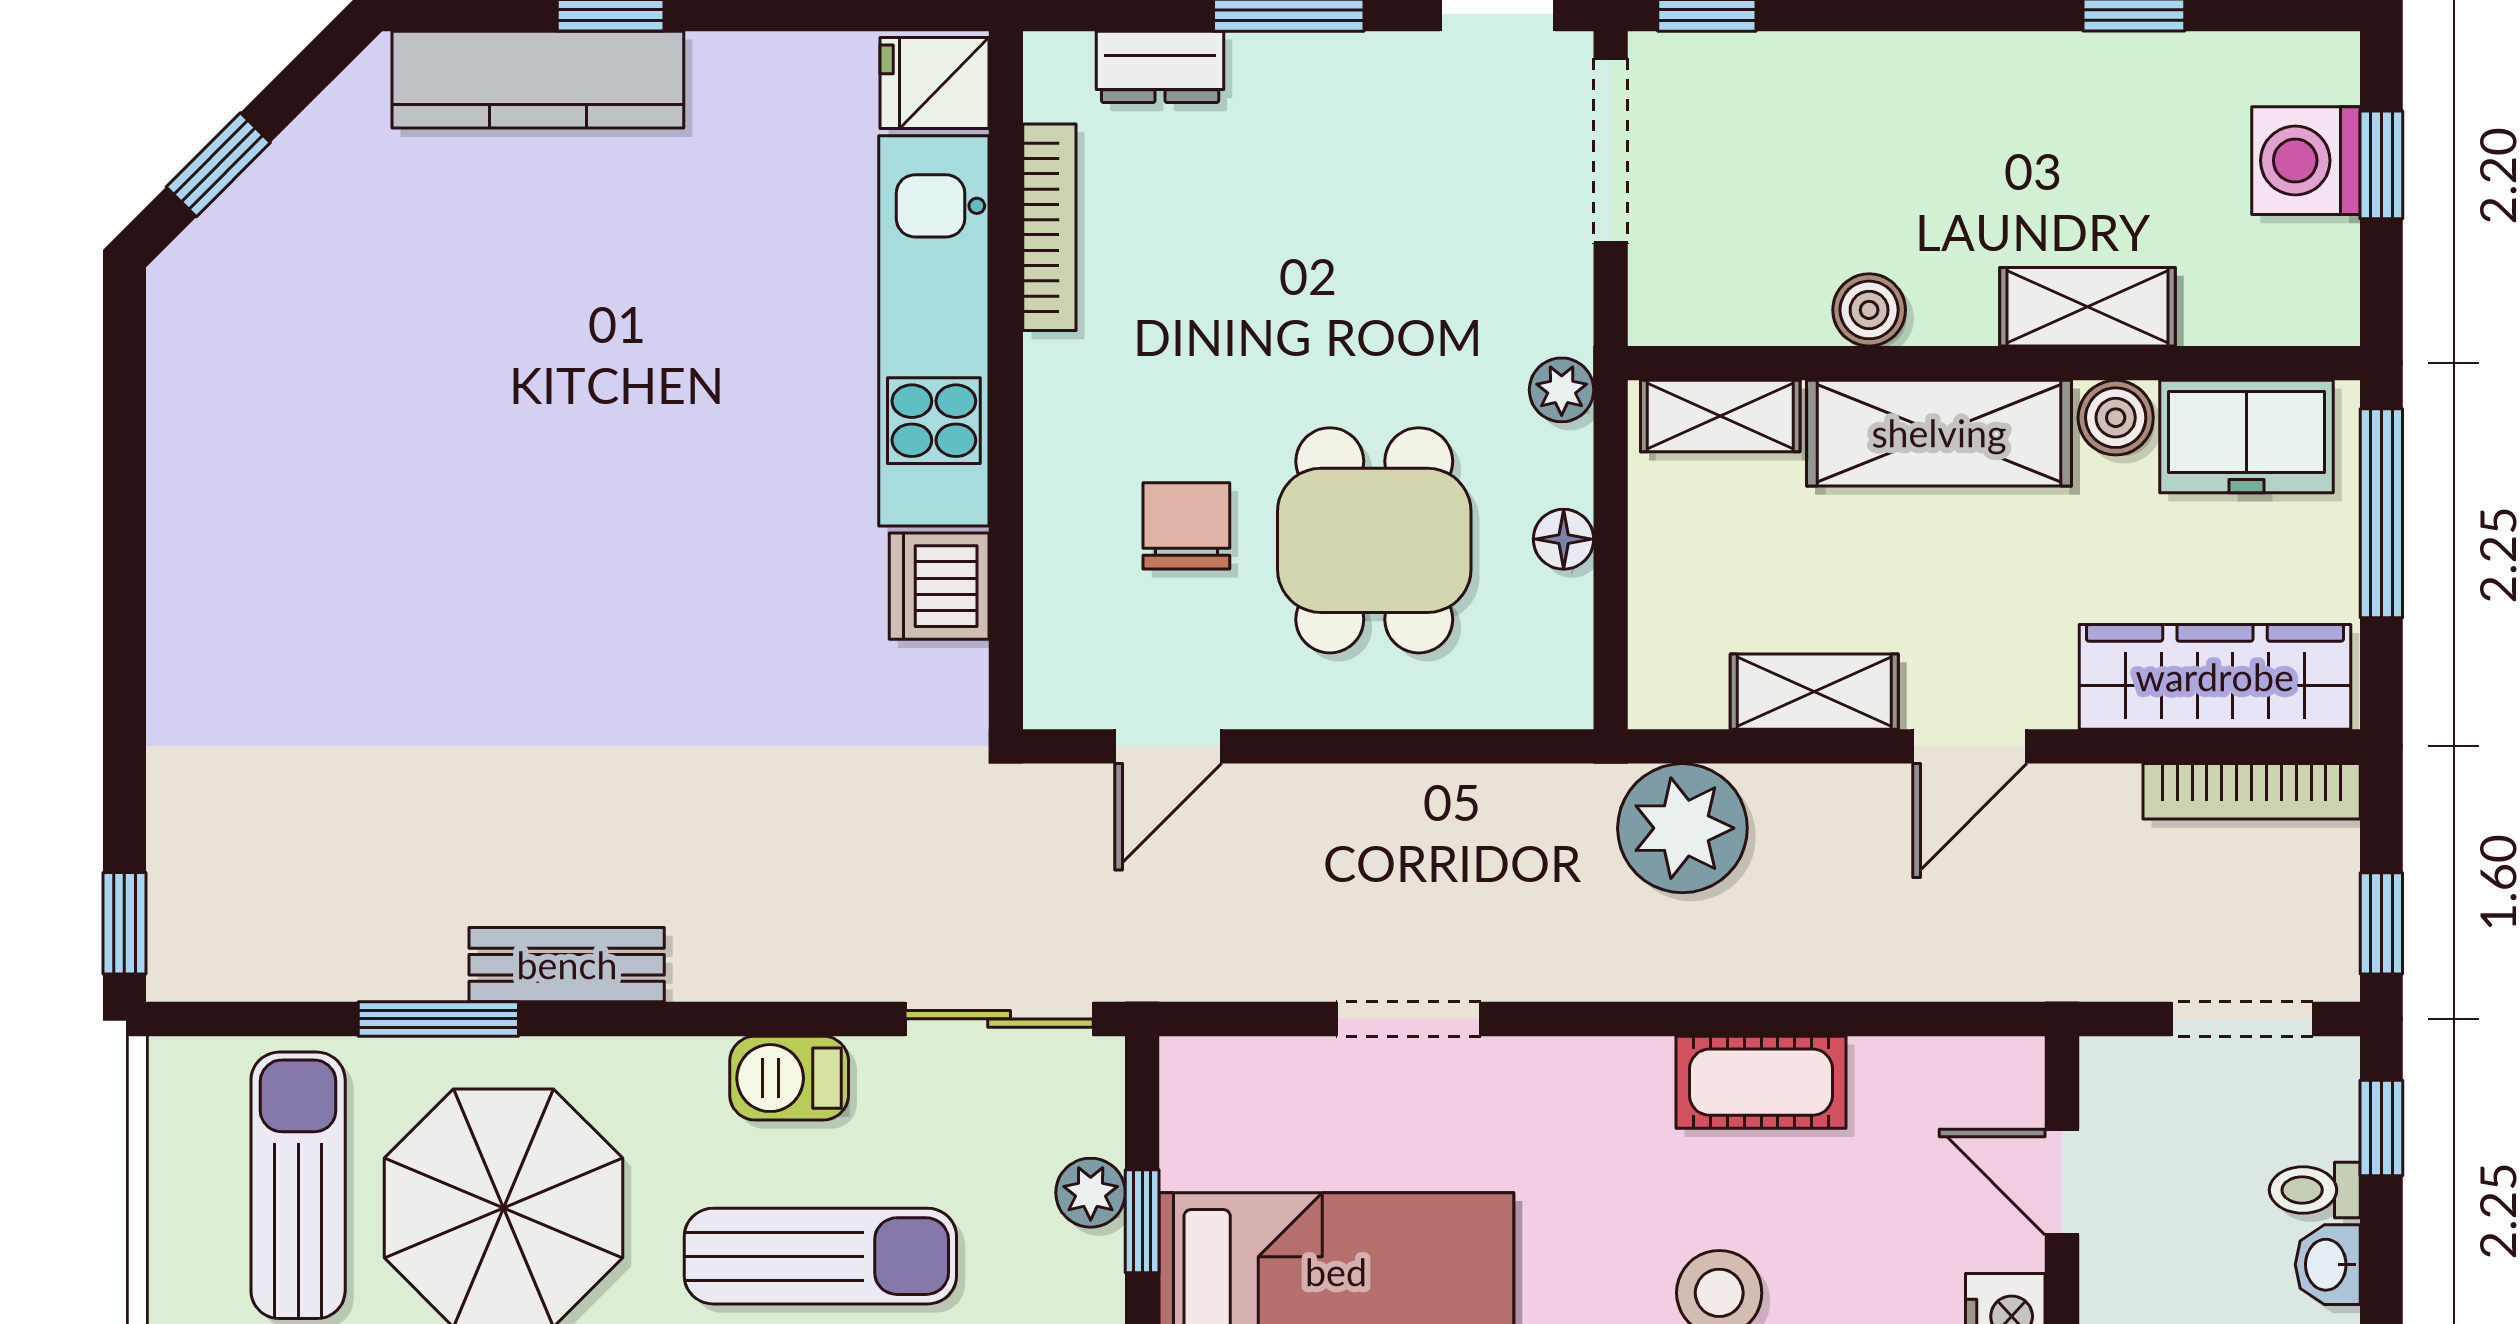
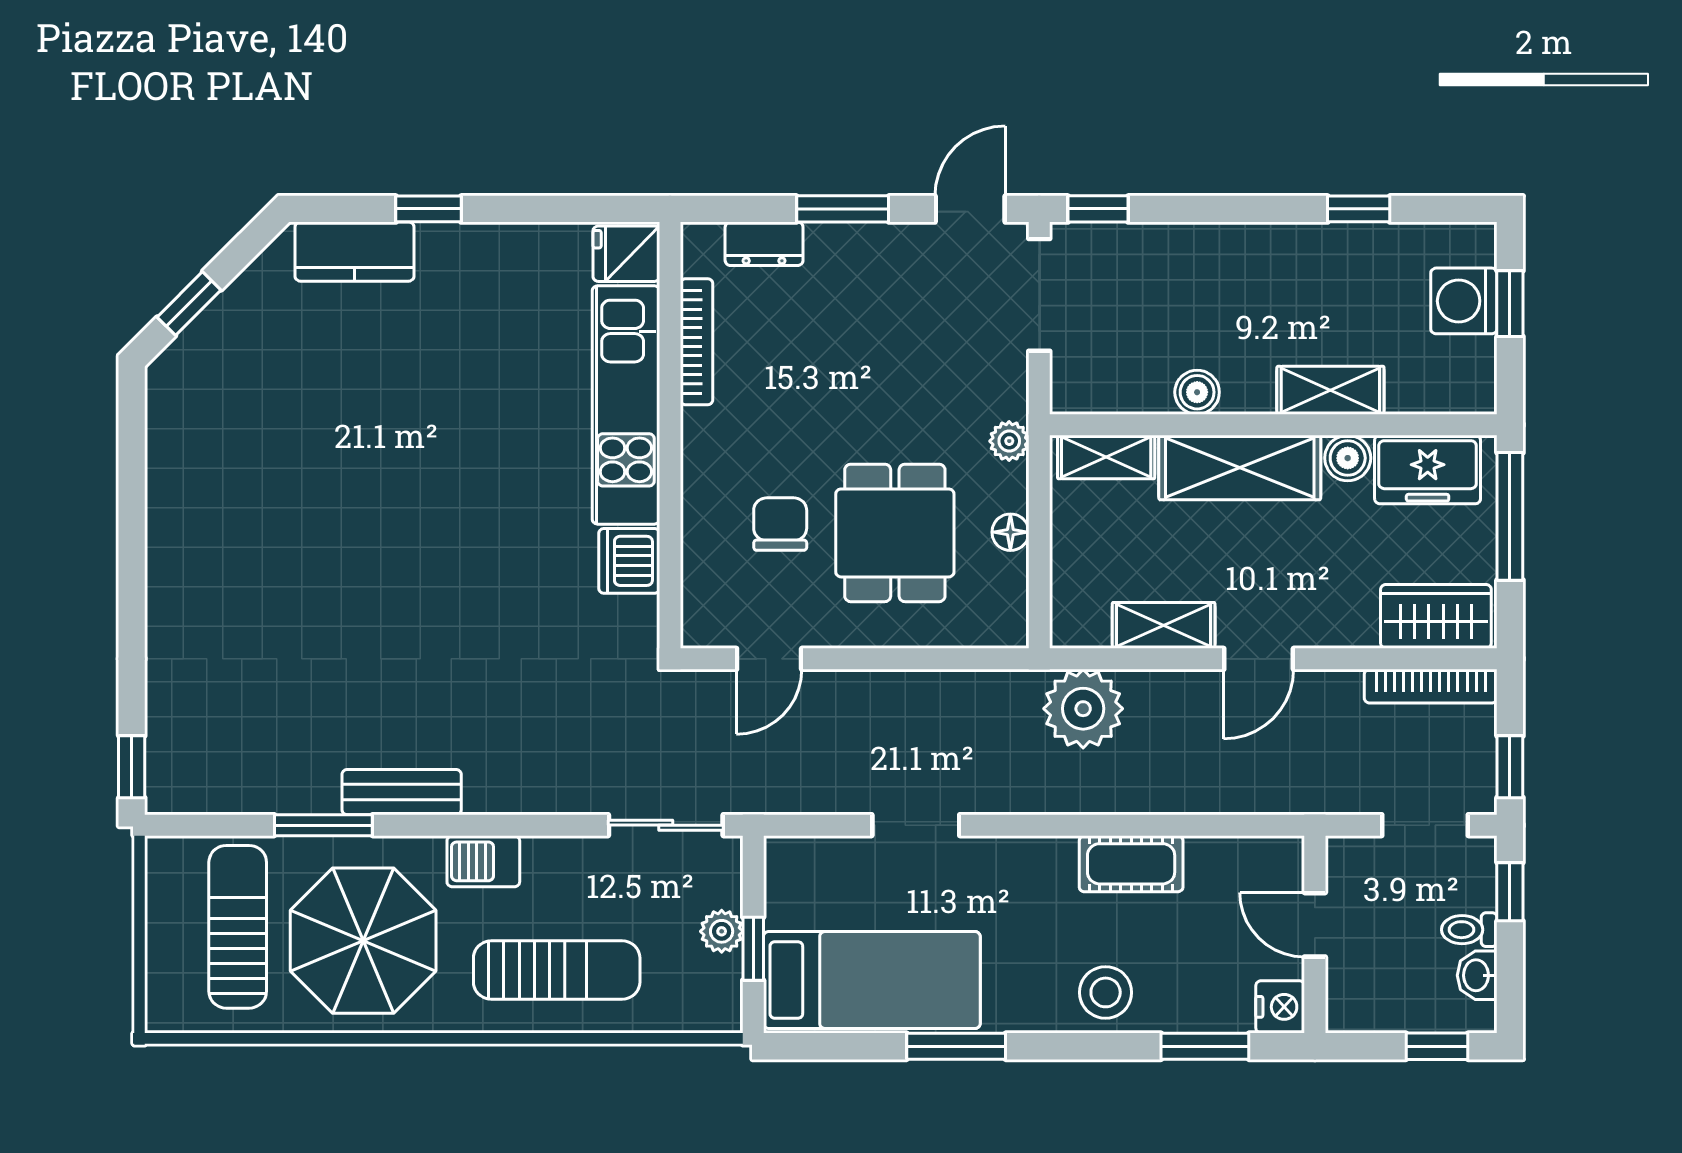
kitchen counter: (538, 80) -> (354, 252), width x0.67
wardrobe: (2215, 677) -> (1436, 616), width x0.67
barbecue: (789, 1078) -> (483, 861), moved

